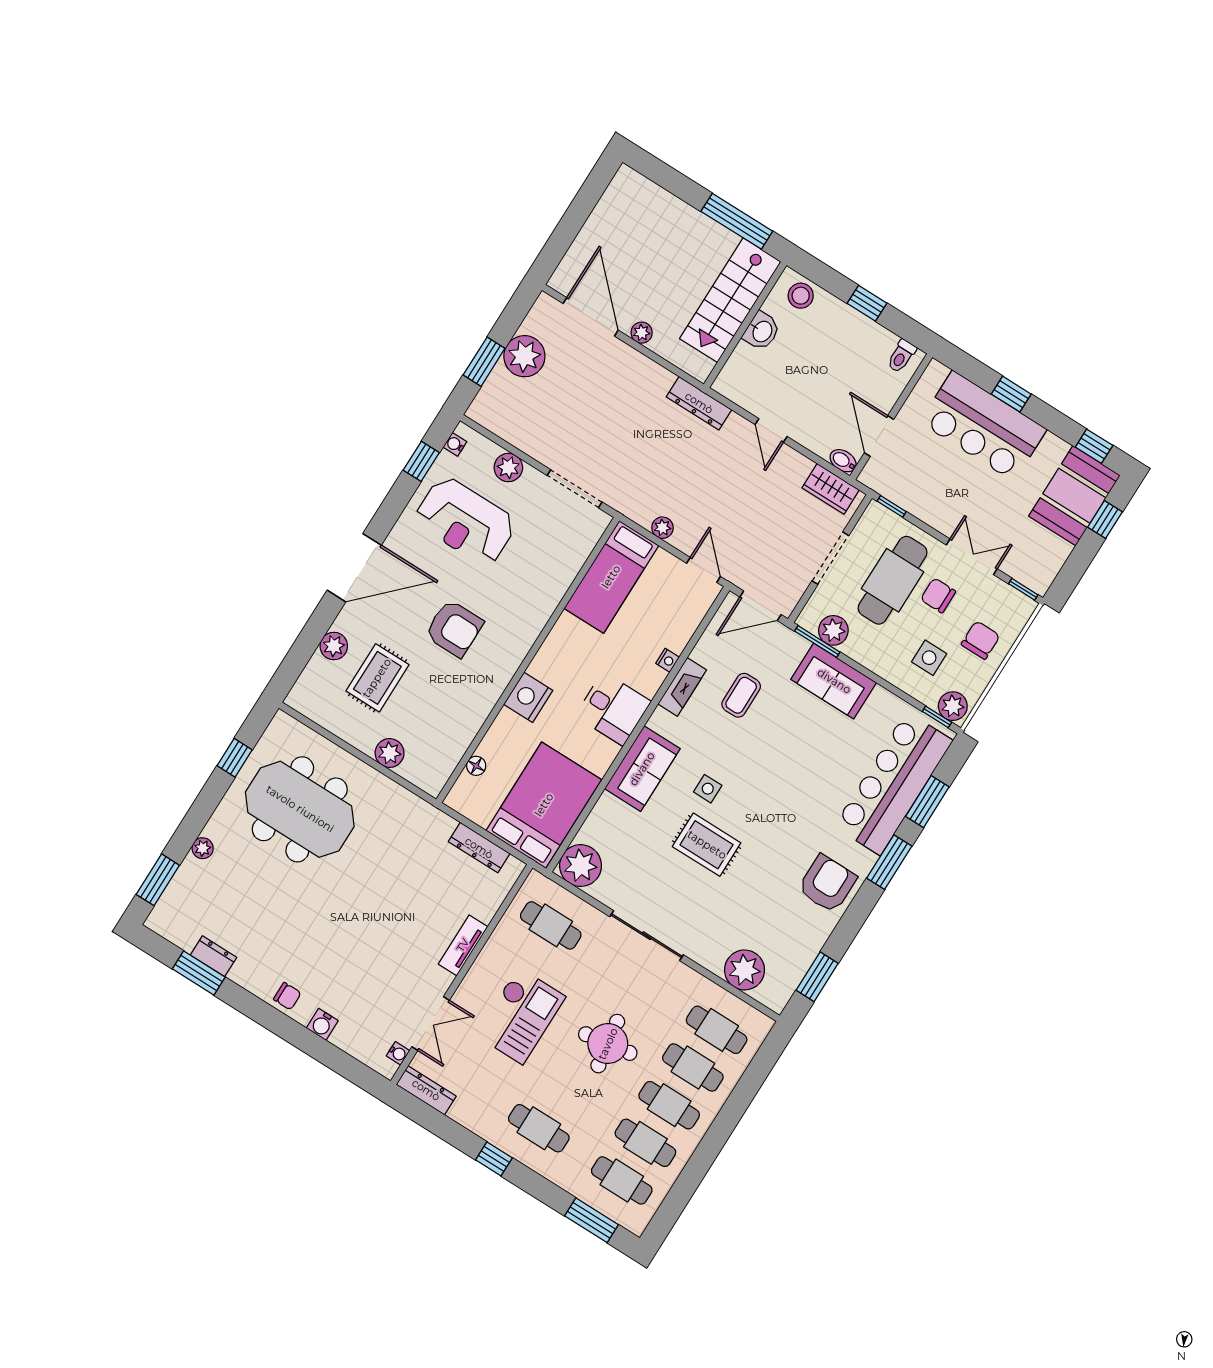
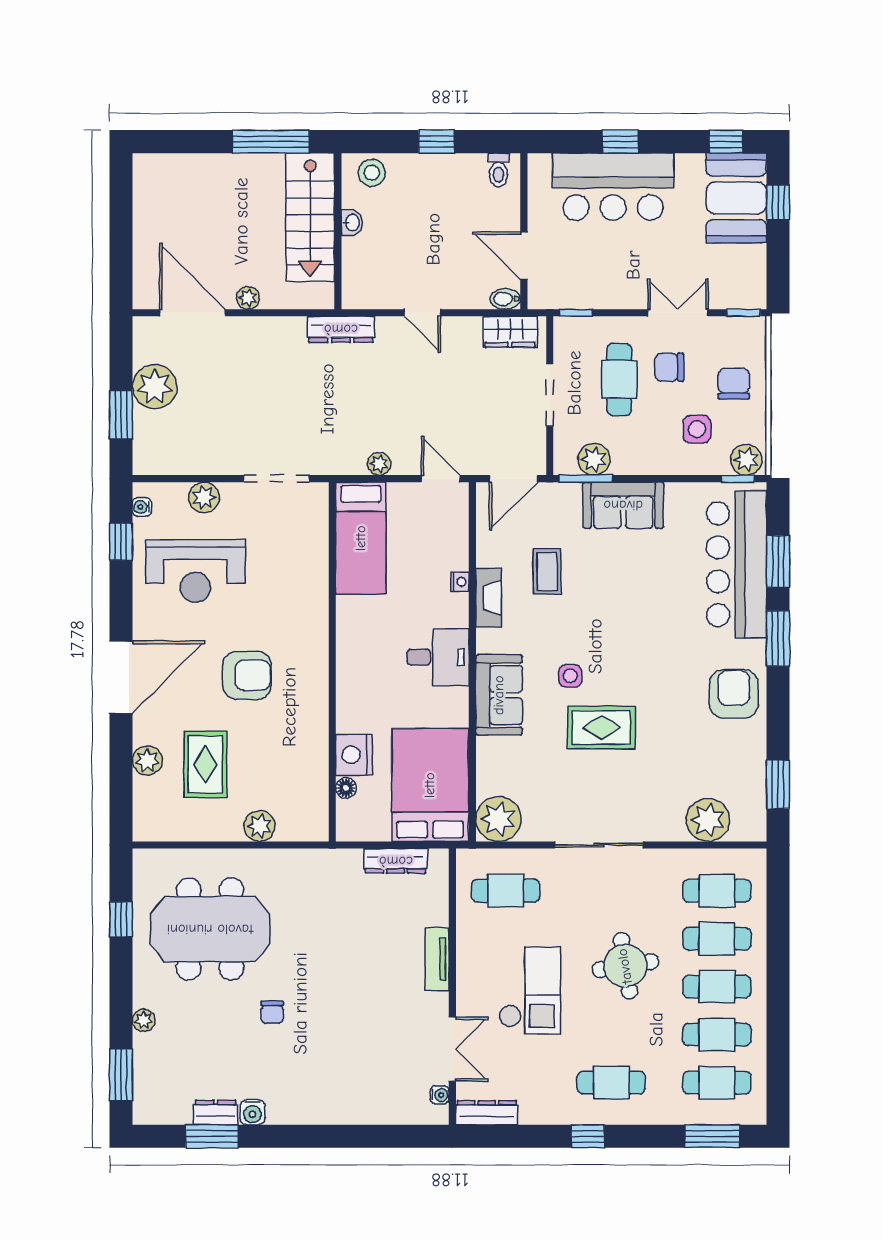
washbasin: (762, 331) -> (352, 222), width x0.72, depth x0.69
cafe table: (893, 580) -> (619, 380), width x0.73, depth x0.74
nightstand: (528, 697) -> (354, 755), moved
chair: (287, 996) -> (272, 1012), moved, turned 90
water cooler: (322, 1024) -> (252, 1112), moved

